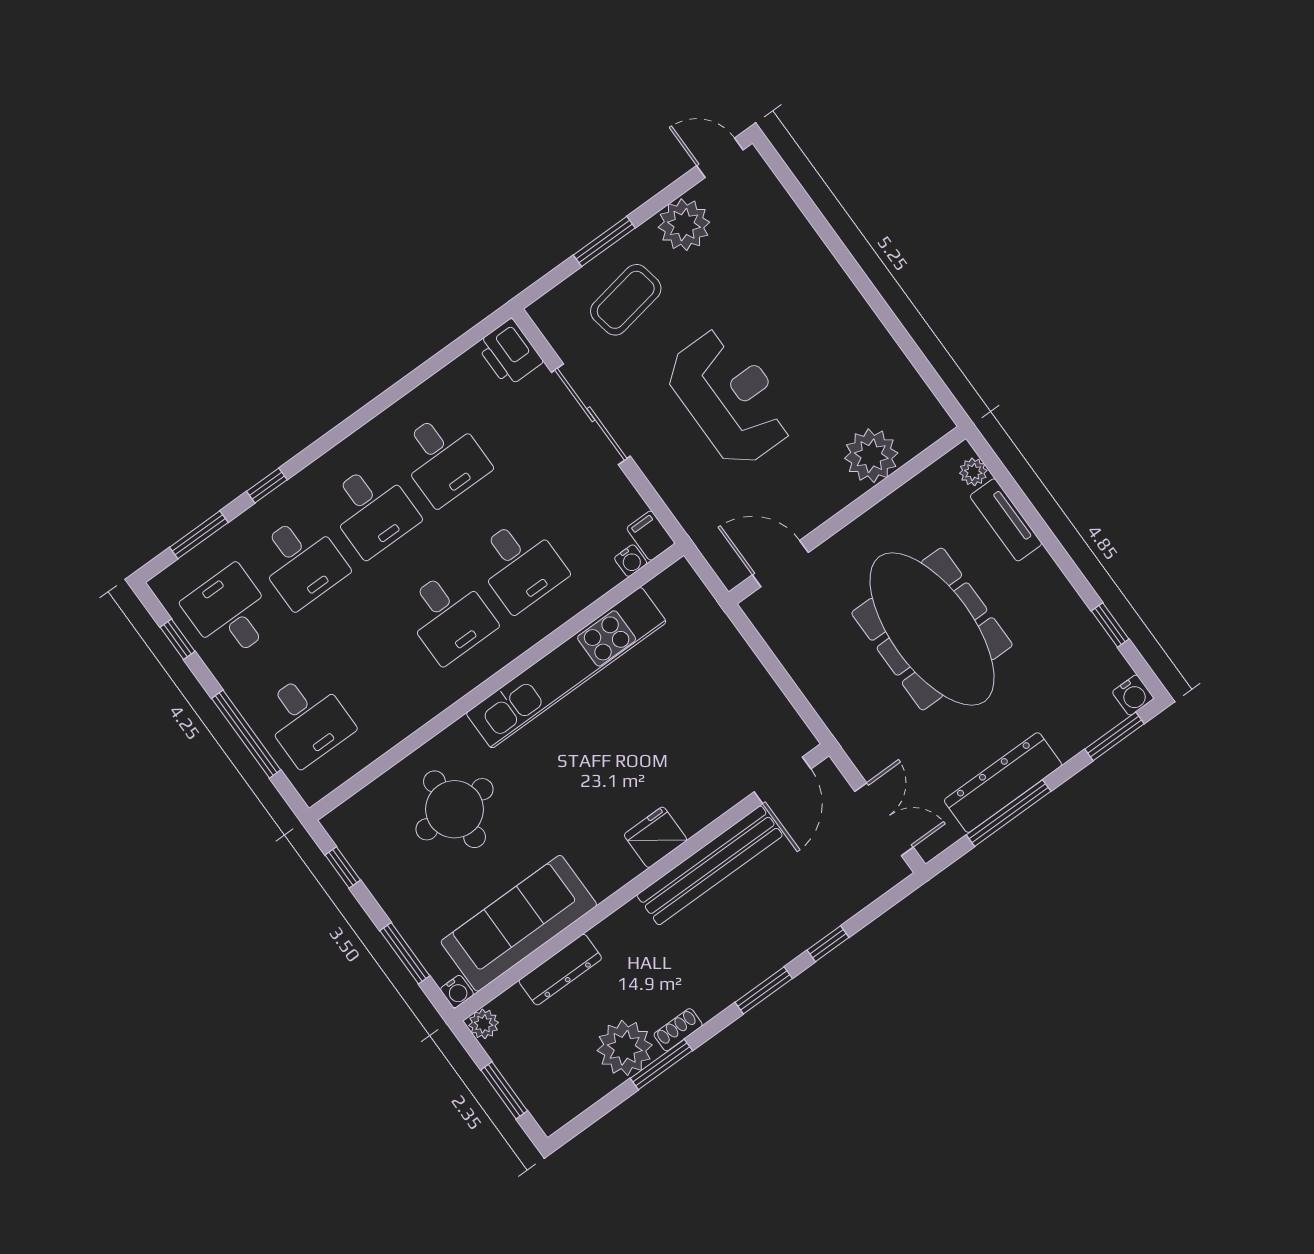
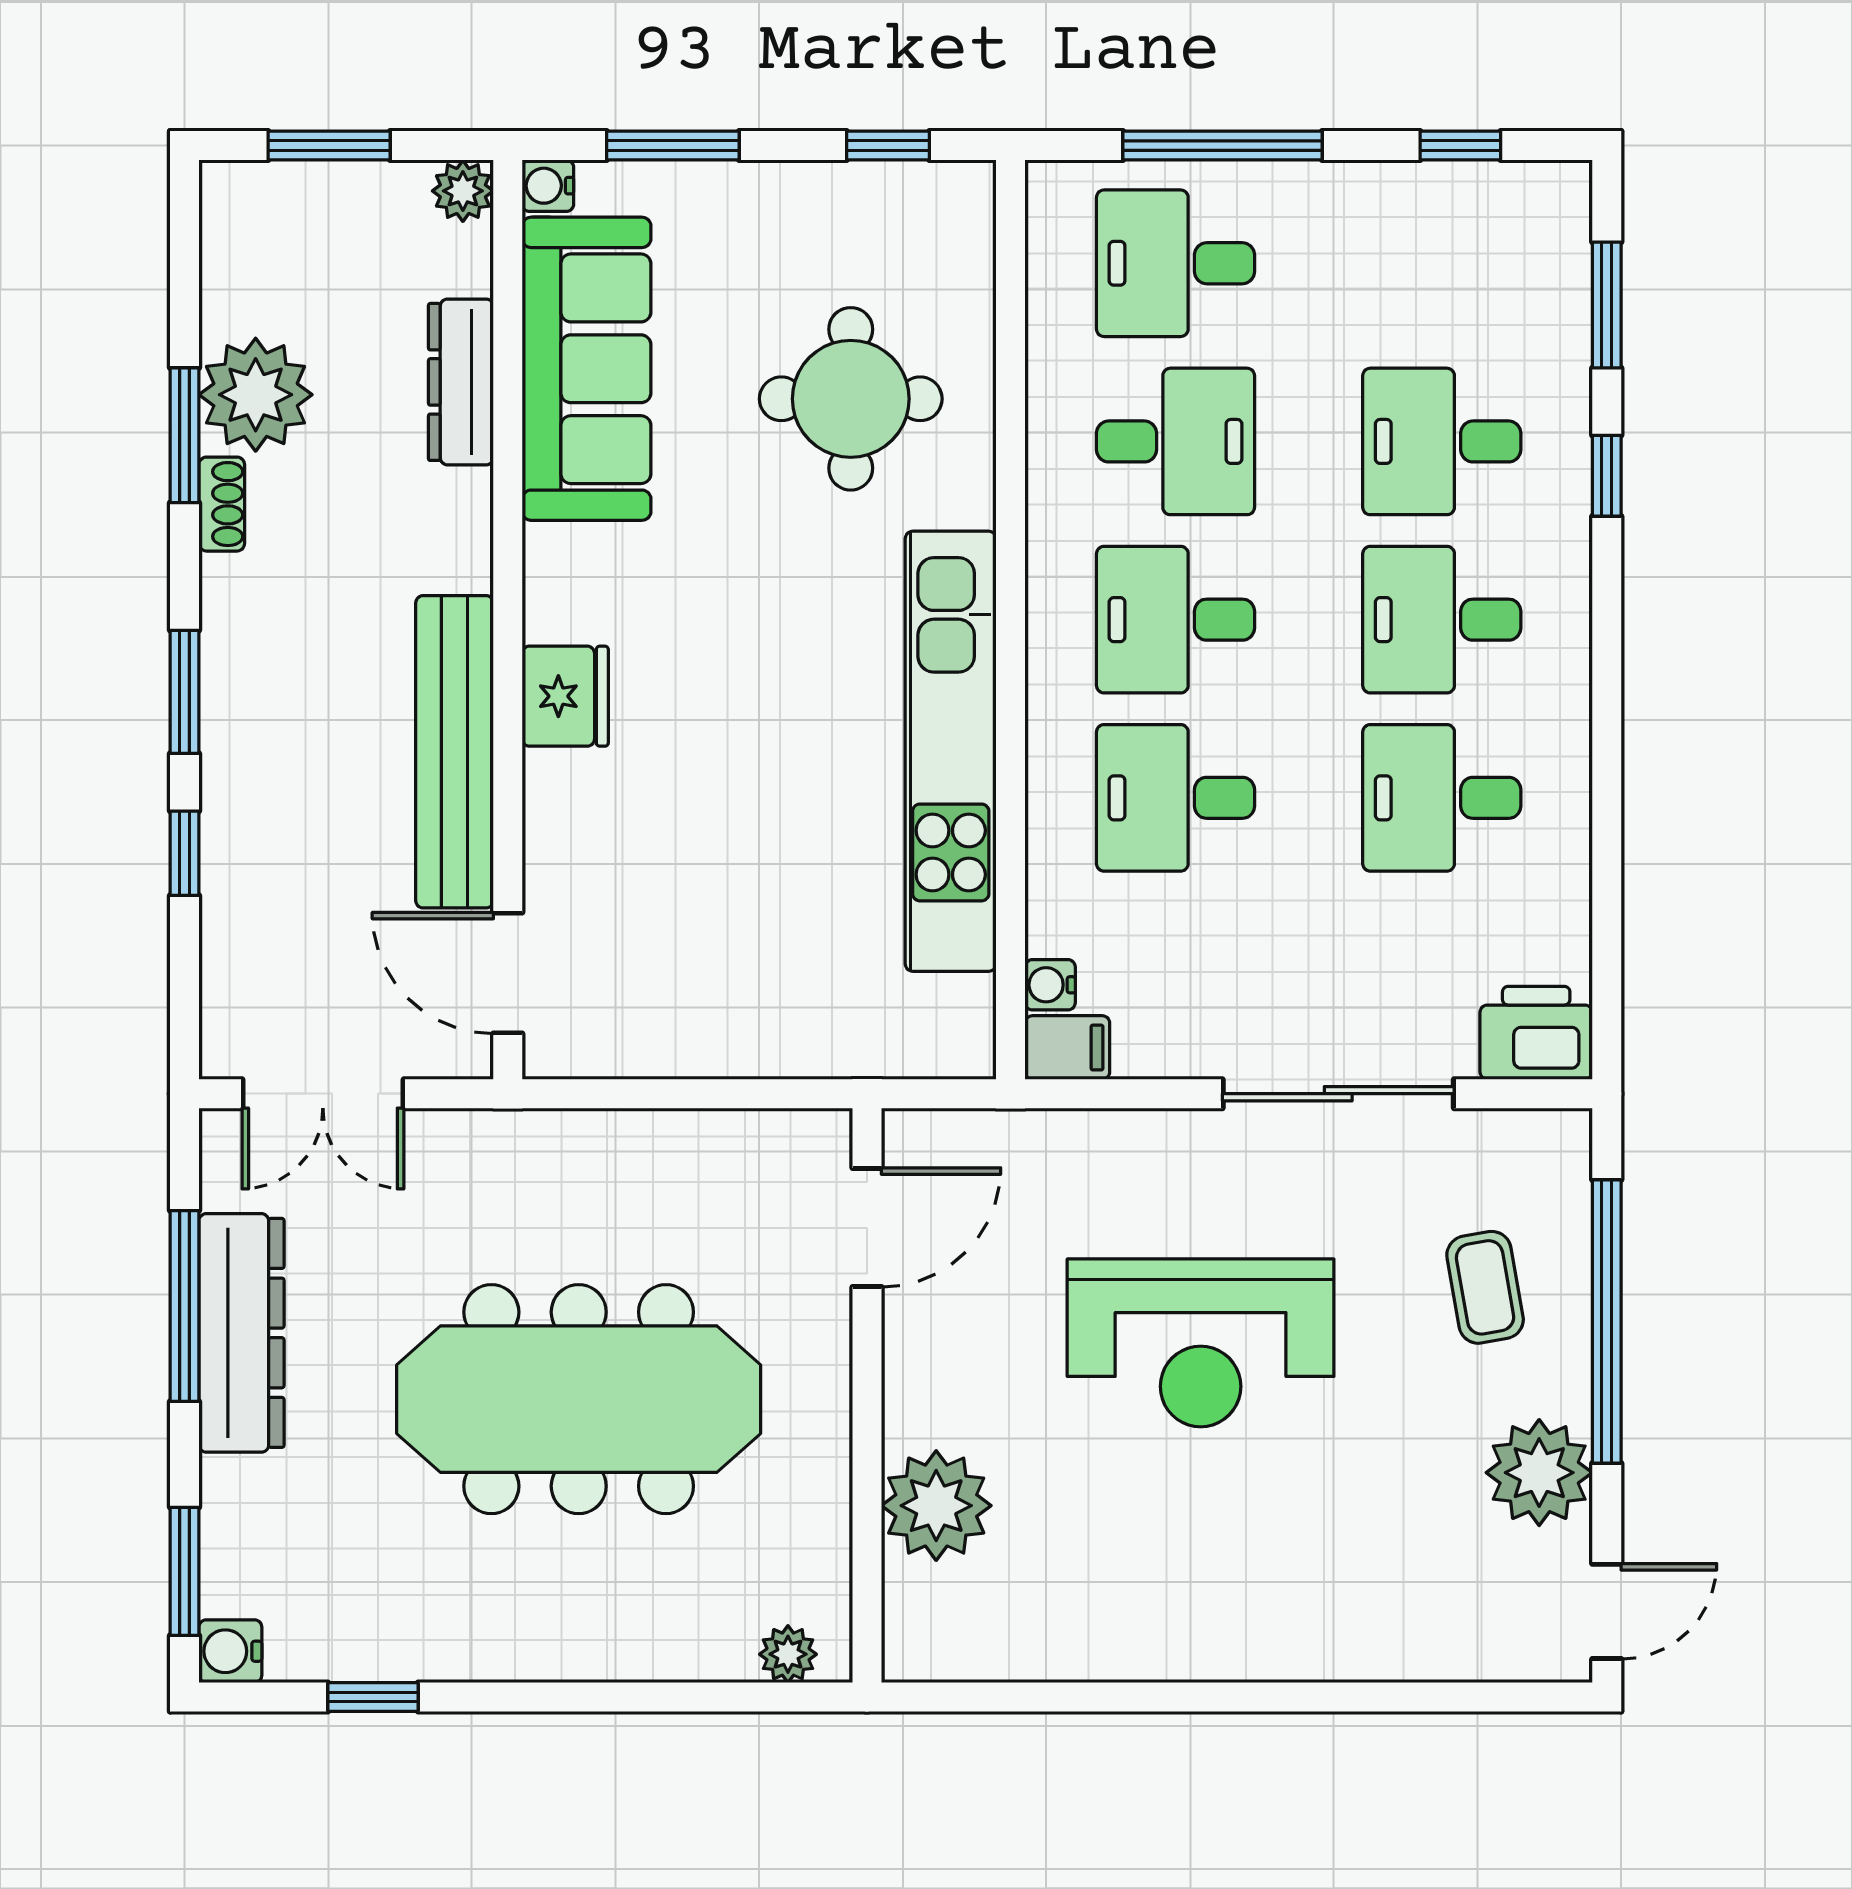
window: (604, 241) -> (1607, 1322), width x2.11
coffee table: (626, 300) -> (1485, 1287), width x0.73, depth x0.77
tv unit: (1006, 520) -> (670, 1651), removed
desk: (230, 613) -> (1175, 441), moved

